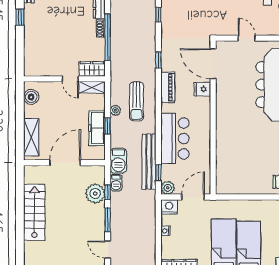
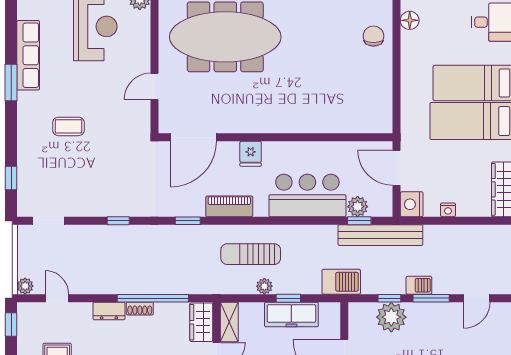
fridge: (202, 89) -> (251, 154), moved
sun lounger: (136, 101) -> (251, 254), turned 180
bench: (149, 162) -> (380, 235), moved
barbecue: (116, 183) -> (419, 285), moved
plant: (168, 188) -> (358, 207), moved

